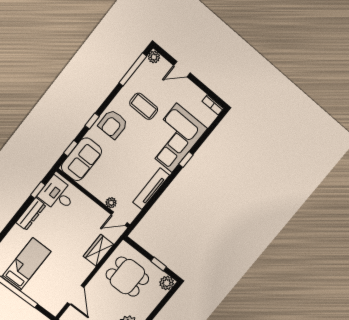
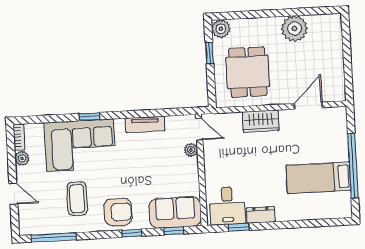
plant: (154, 57) -> (22, 159), moved
tv unit: (151, 189) -> (145, 124), width x0.71
dresser: (31, 214) -> (261, 215), width x0.70
wardrobe: (99, 250) -> (261, 121), moved

